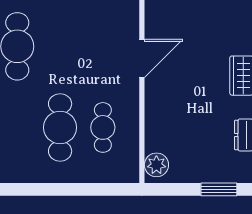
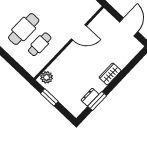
window: (219, 189) -> (49, 97), moved

